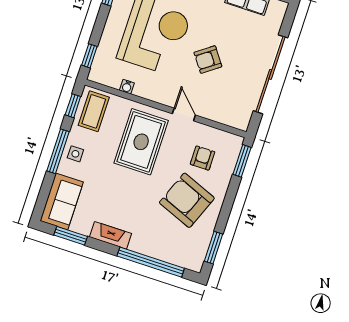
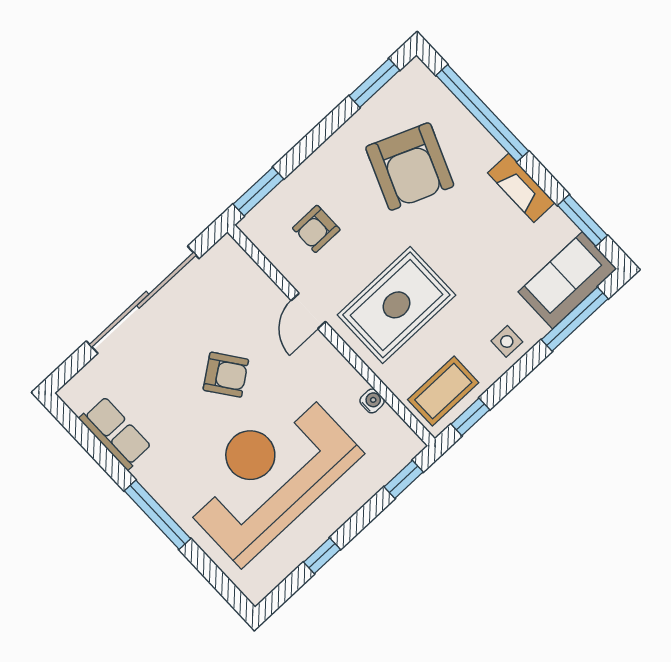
window: (58, 151) -> (575, 319), moved
armchair: (187, 200) -> (410, 166), moved

